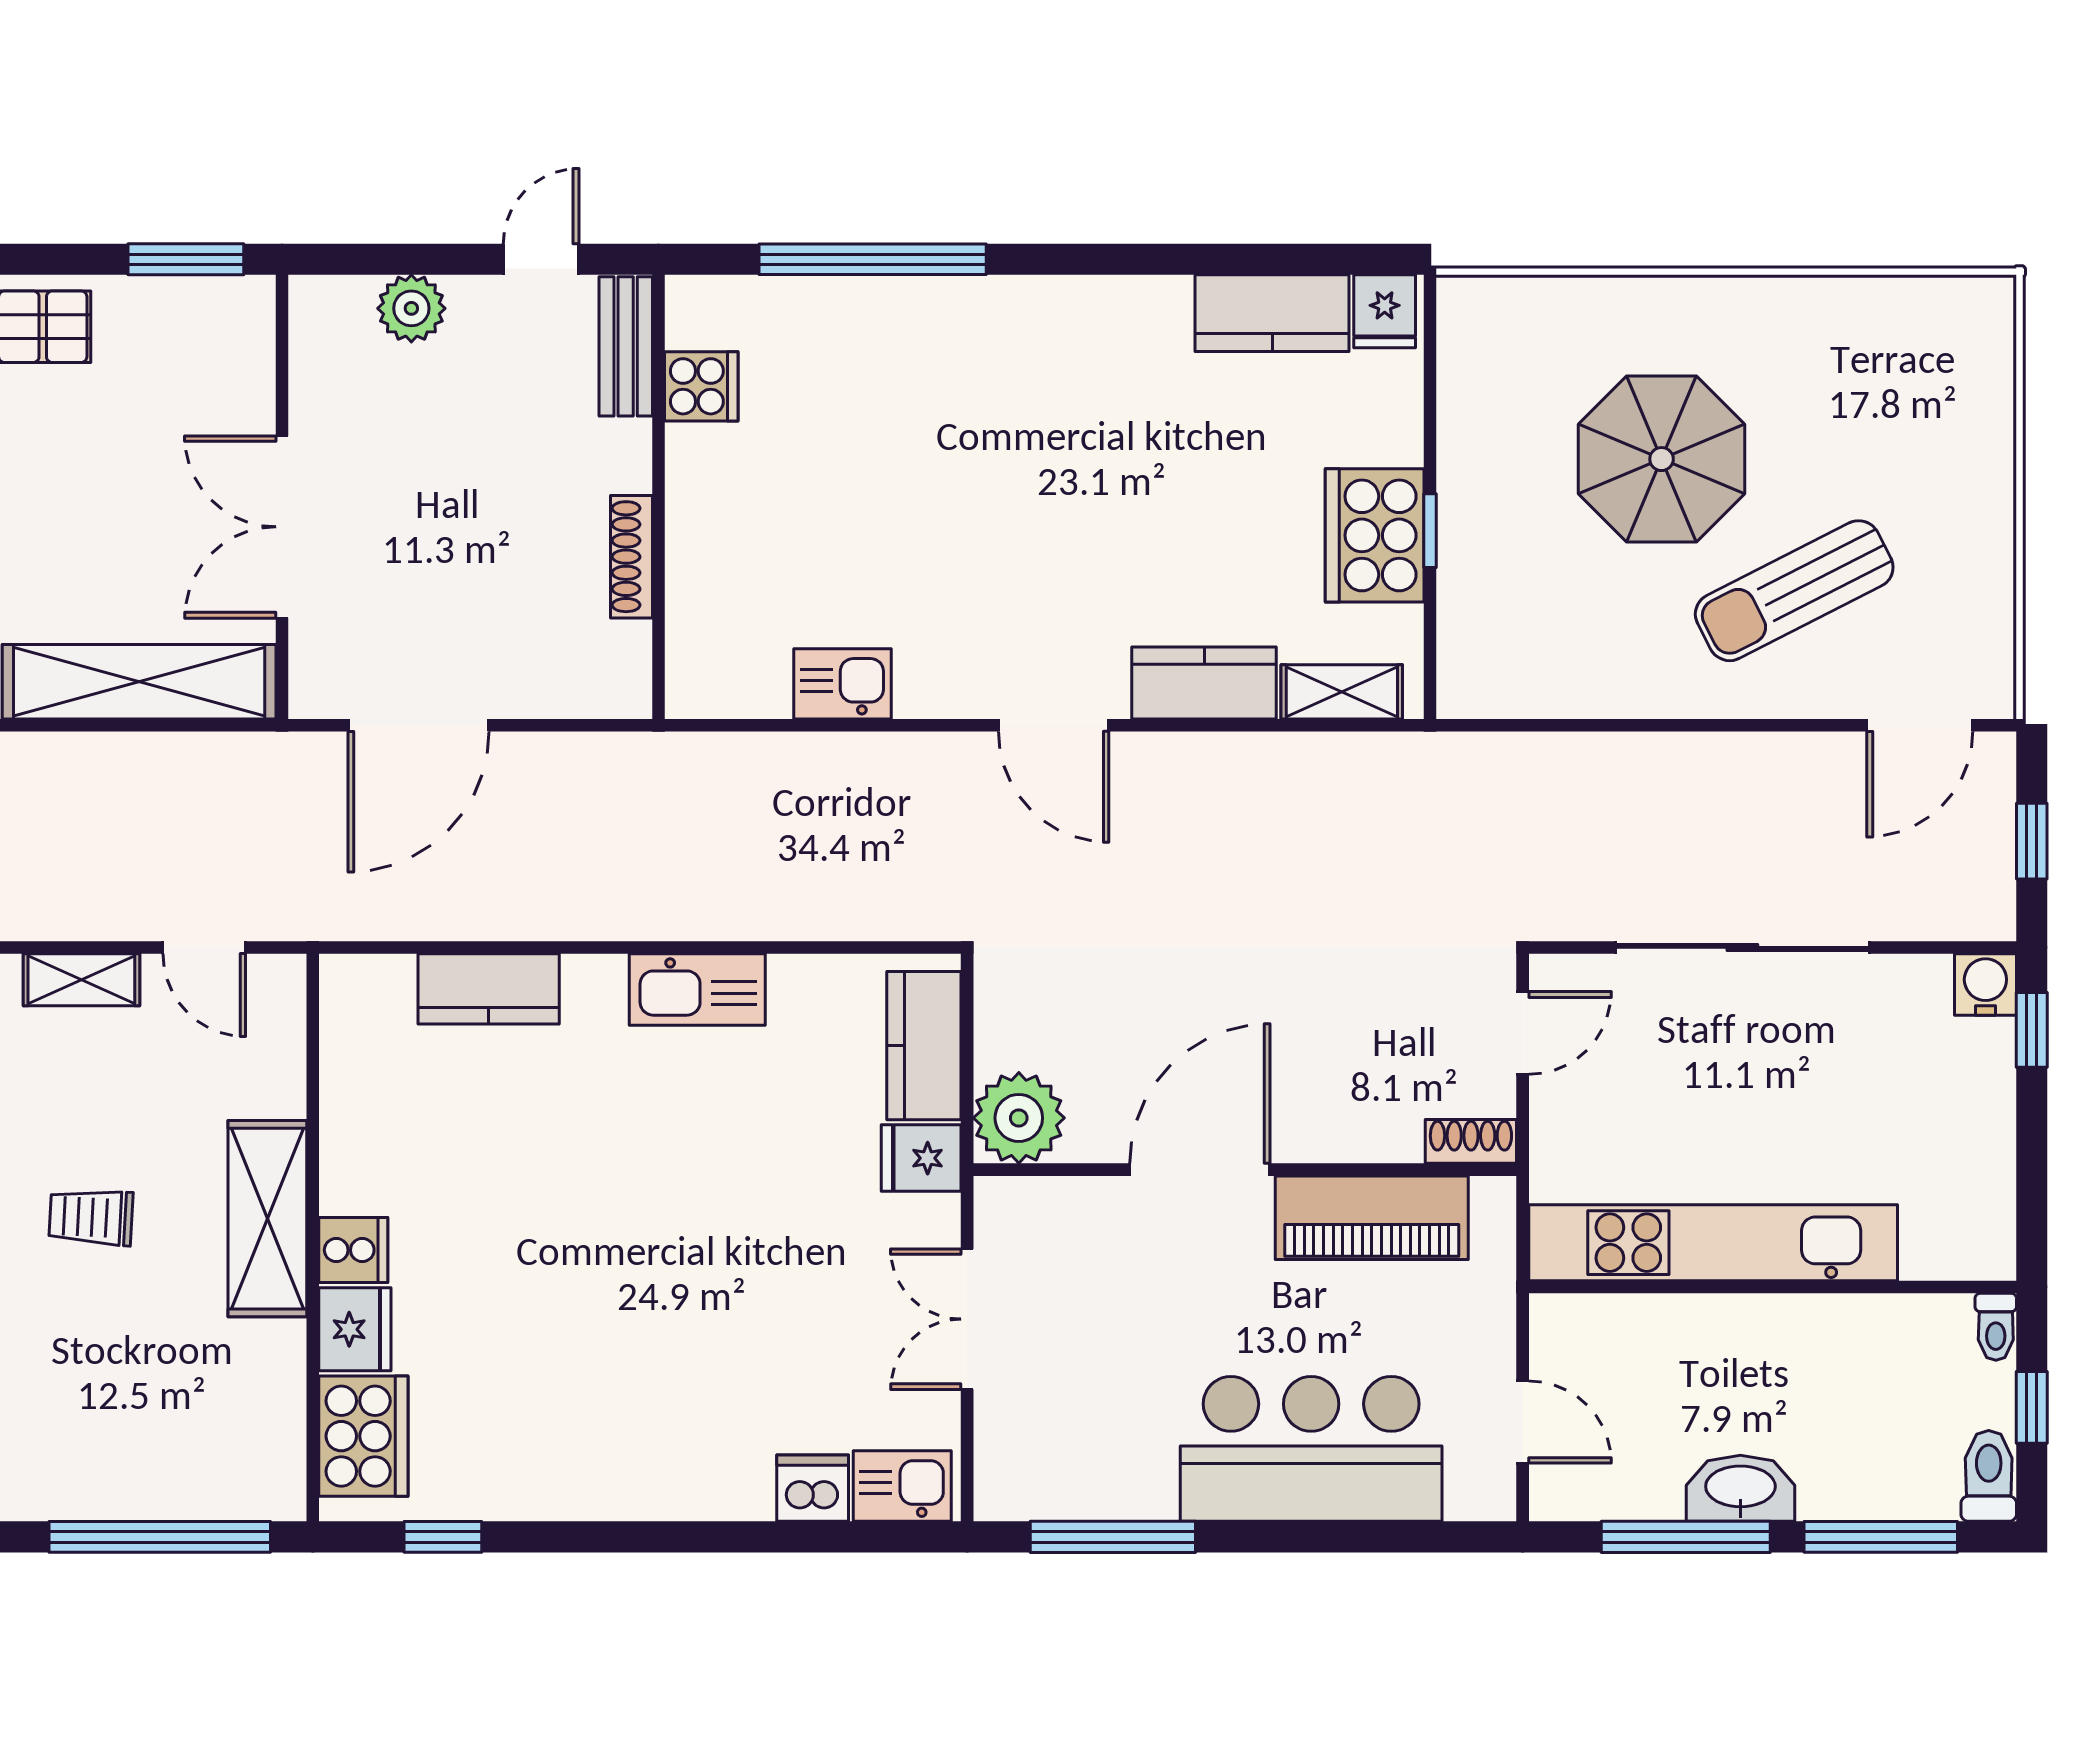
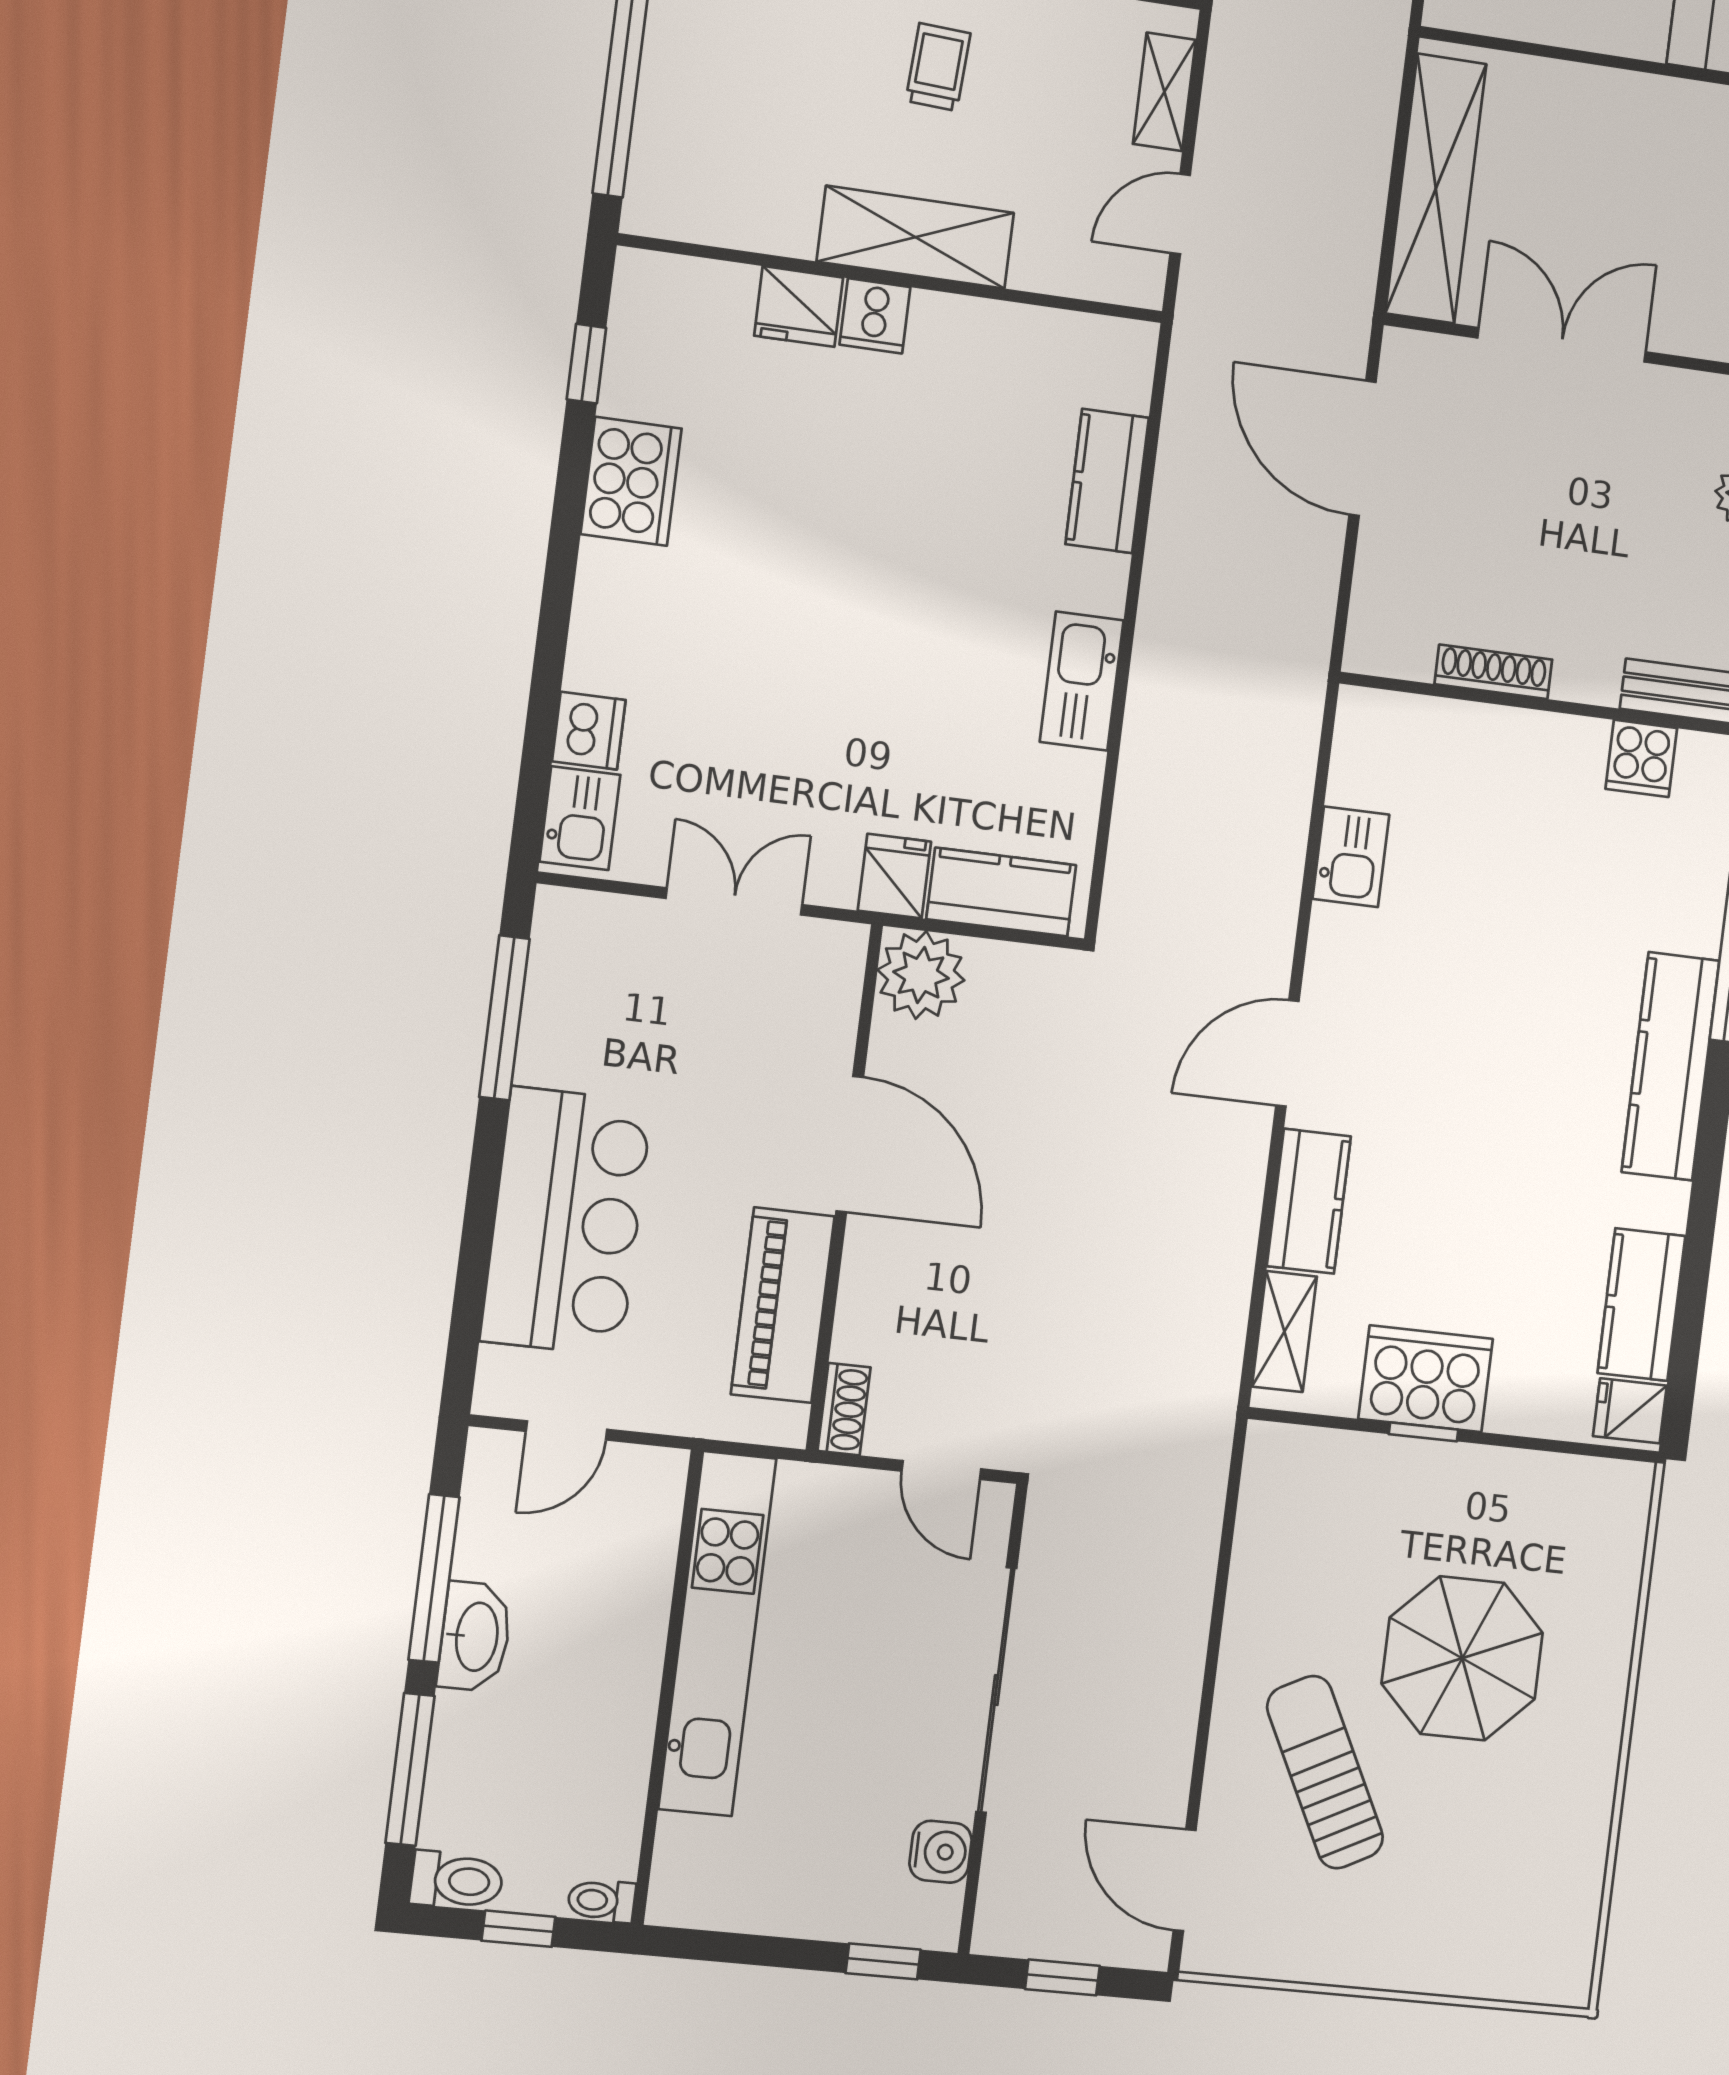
kitchen counter: (1019, 314) -> (1670, 1066), added
water cooler: (1985, 985) -> (941, 1852), moved
cooker: (363, 1436) -> (631, 481), moved, turned -90

